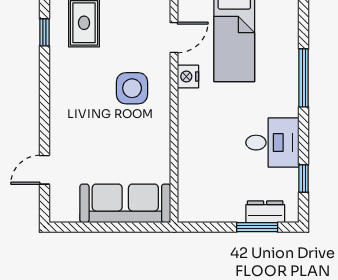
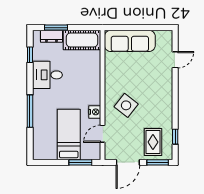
side table: (132, 88) -> (126, 105), turned 38
cot: (211, 205) -> (82, 40), added

